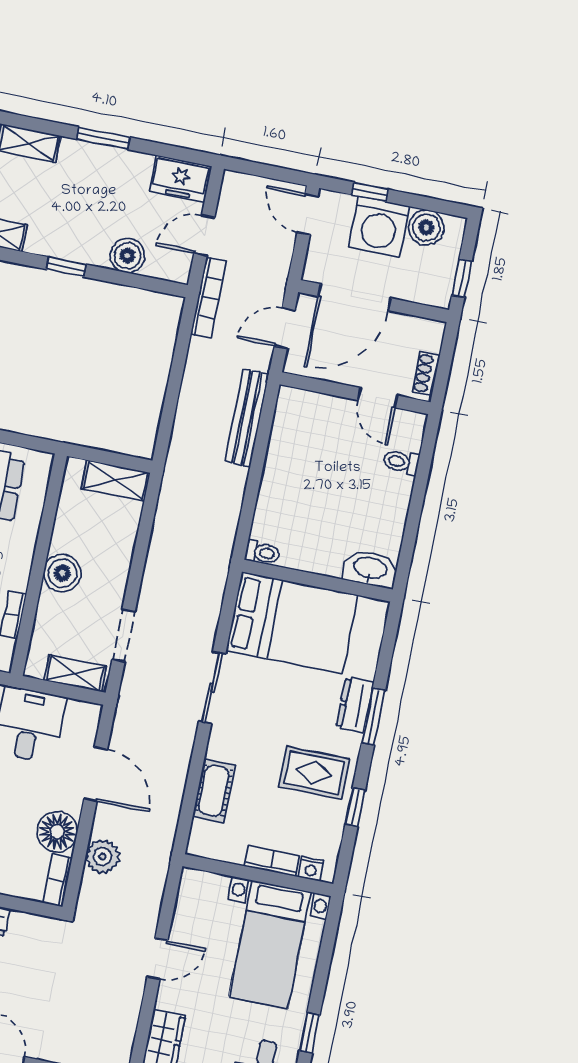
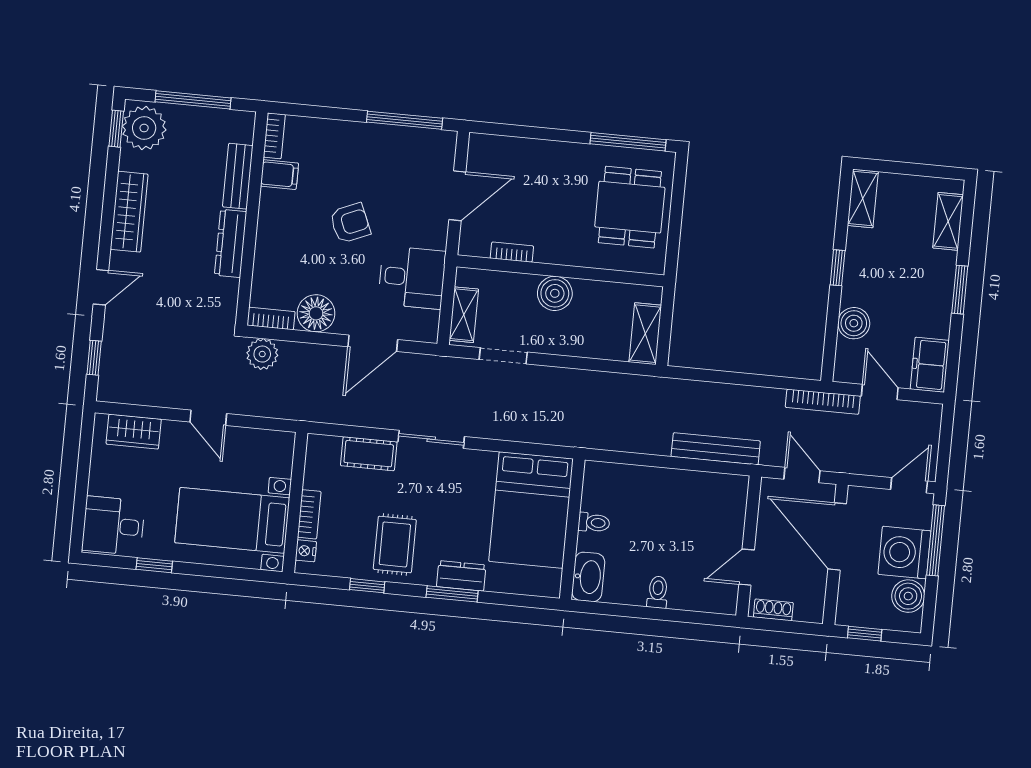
window: (370, 192) -> (936, 540), width x2.17
toilet: (401, 462) -> (658, 592), moved
toilet: (262, 553) -> (594, 523), moved, turned -90
sliding door: (212, 688) -> (431, 439), moved
plant: (103, 857) -> (262, 354), moved

